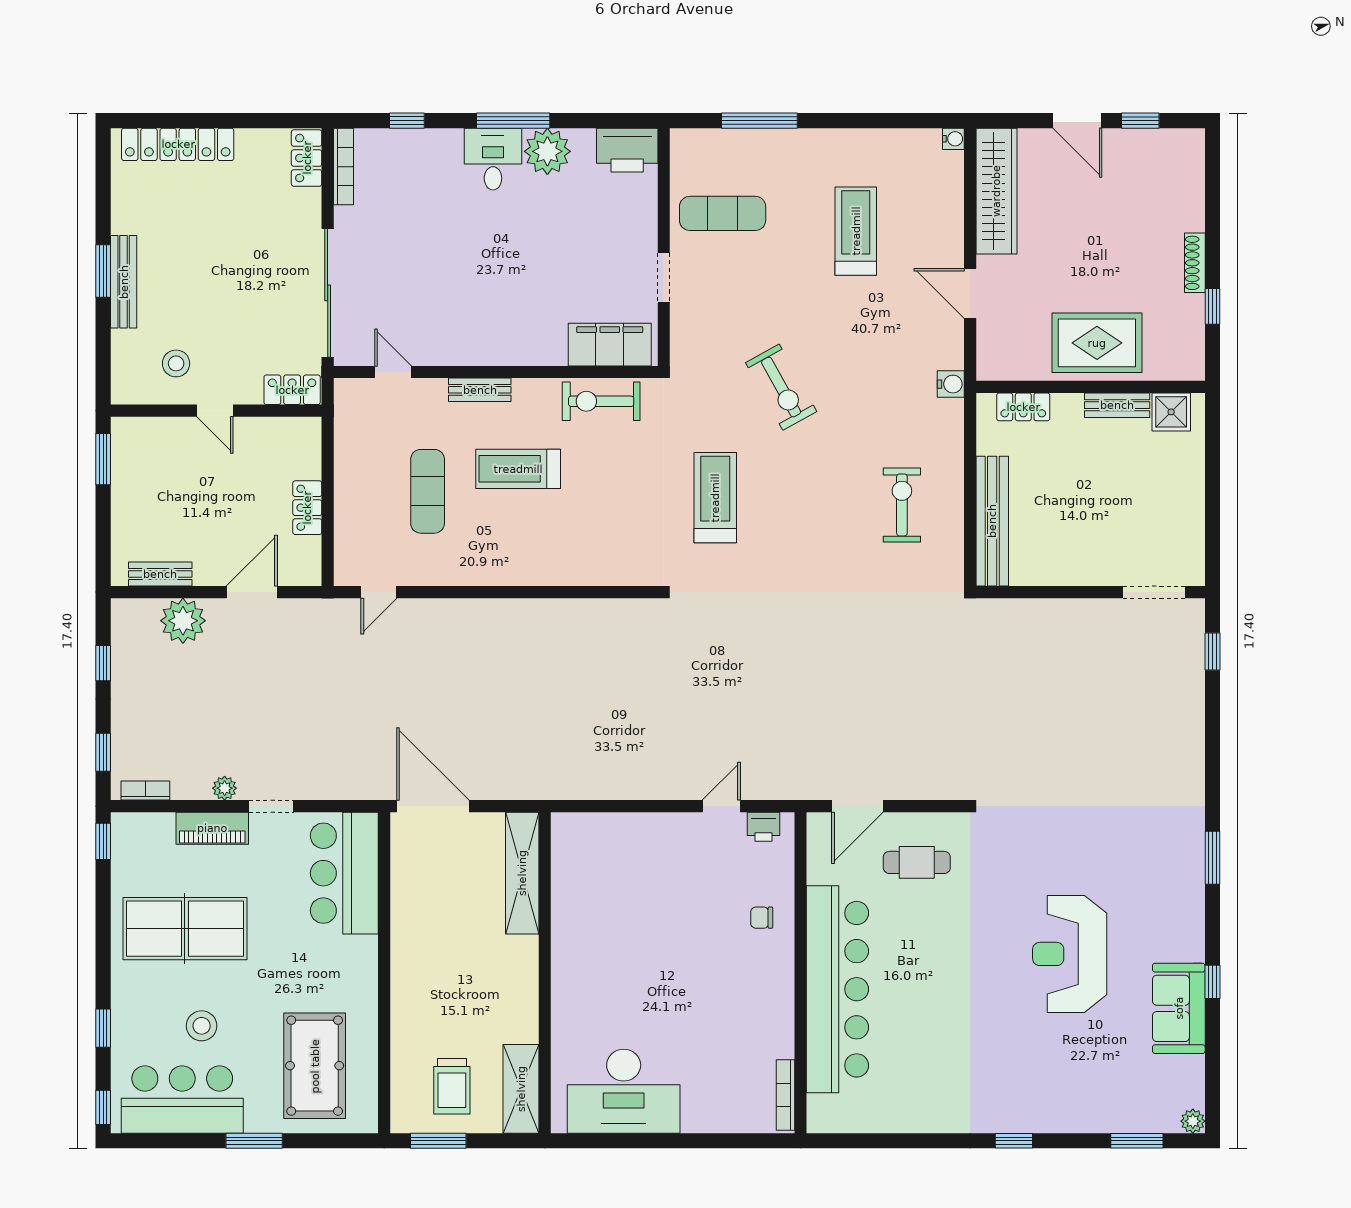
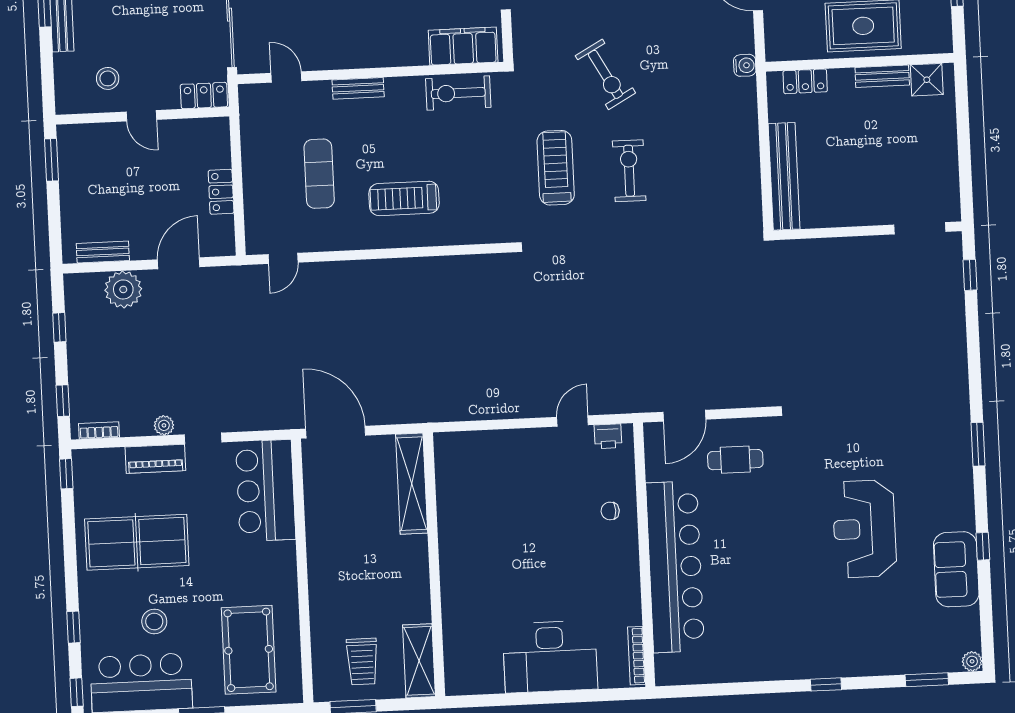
treadmill: (518, 469) -> (404, 198), moved
exercise bike: (902, 505) -> (629, 171), moved
desk: (624, 1091) -> (550, 657), moved

